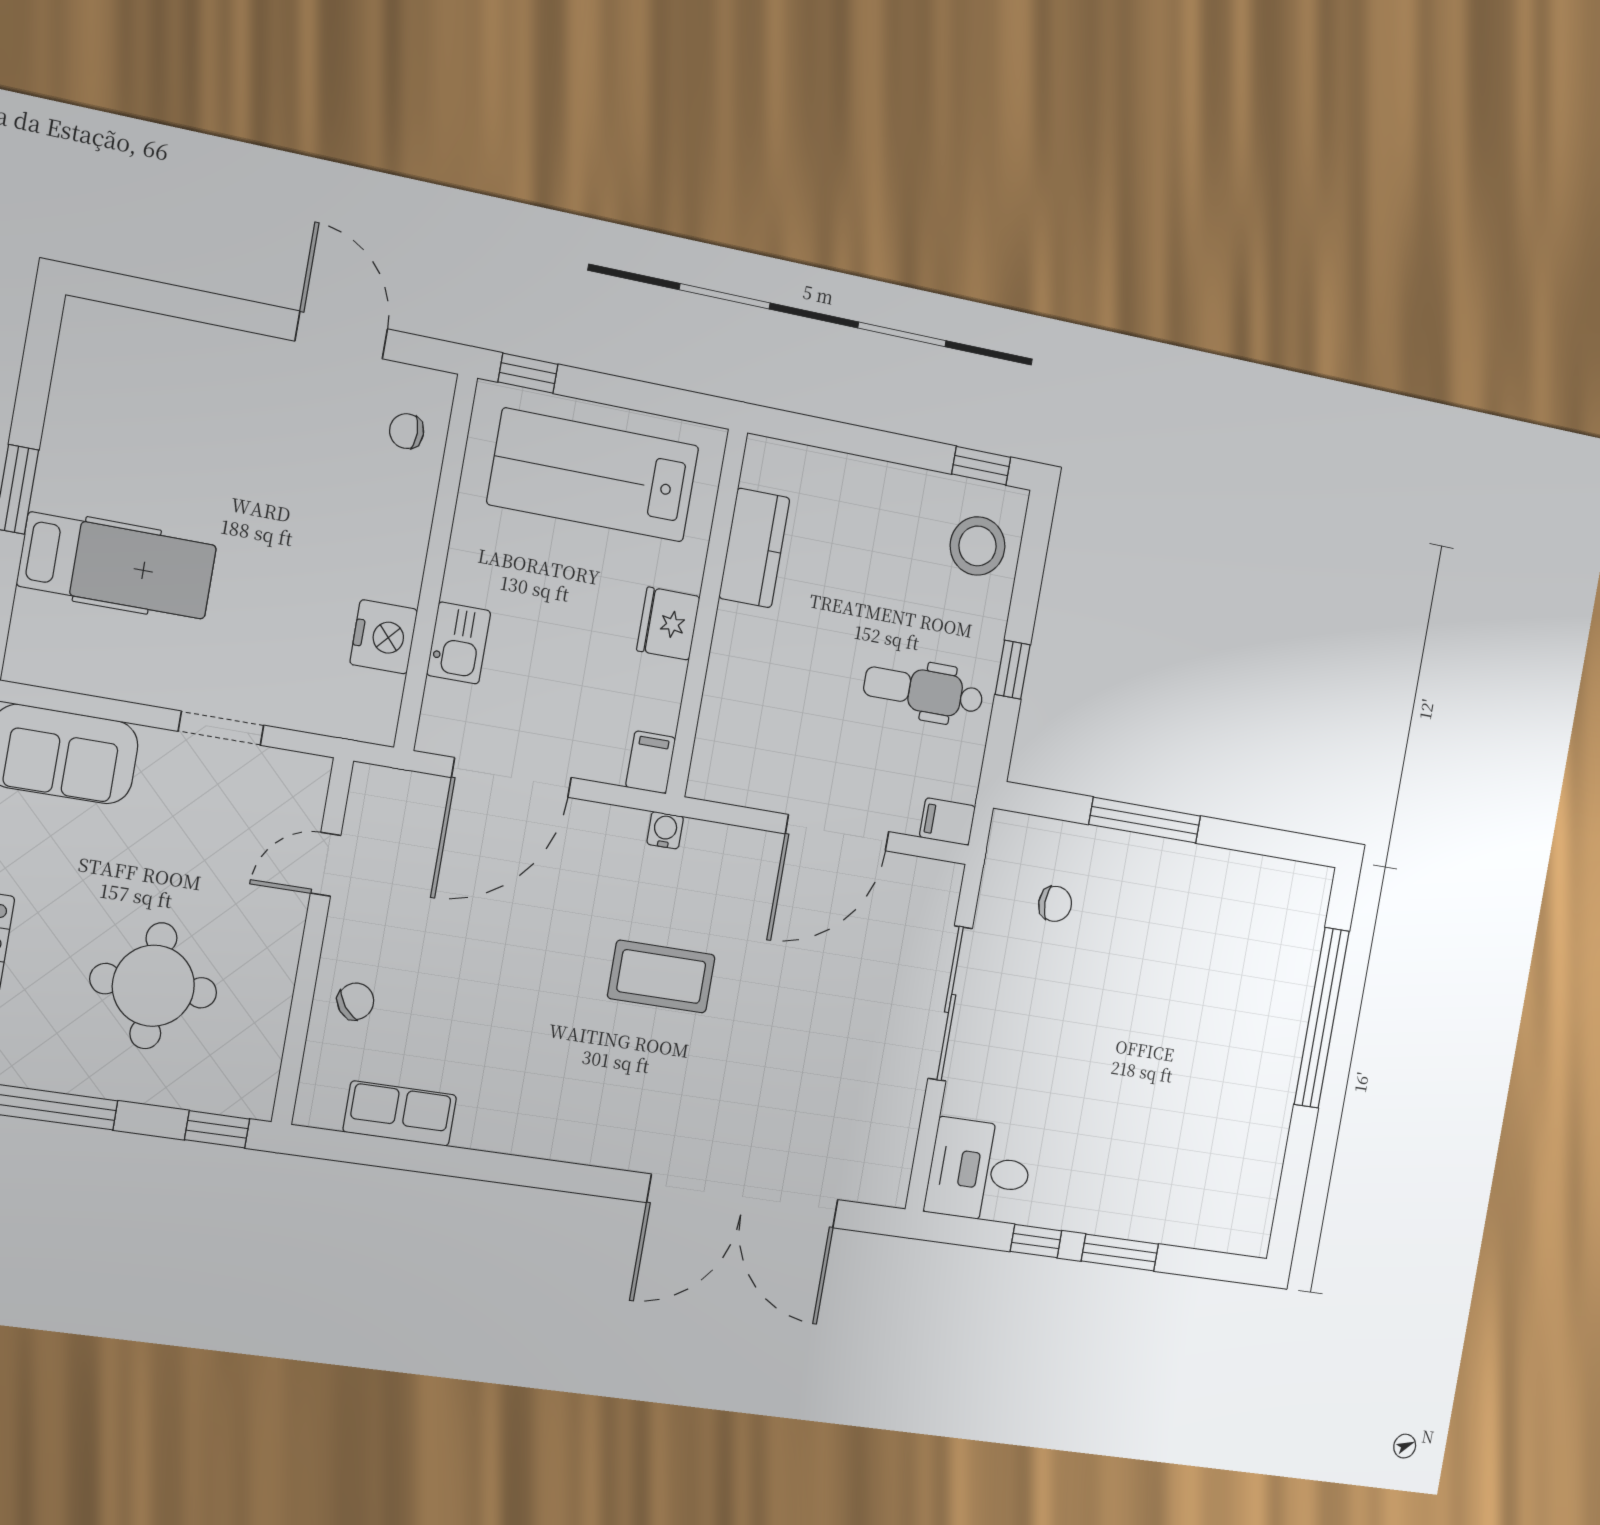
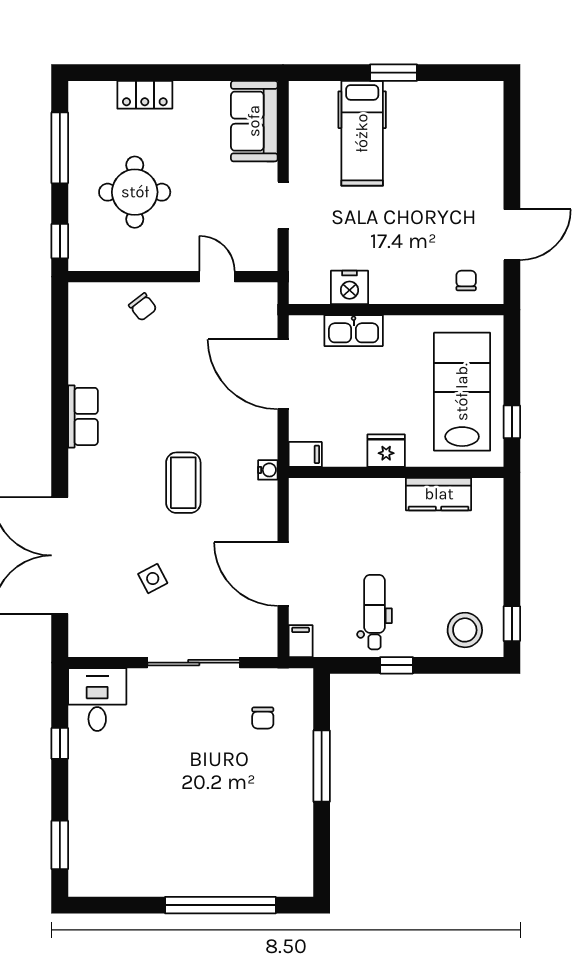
window: (528, 373) -> (512, 422), moved
kitchen sink: (459, 643) -> (354, 331), width x1.38
side table: (807, 1051) -> (153, 579), added
row of seats: (400, 1113) -> (83, 416), moved
window: (1120, 1253) -> (60, 845), moved

